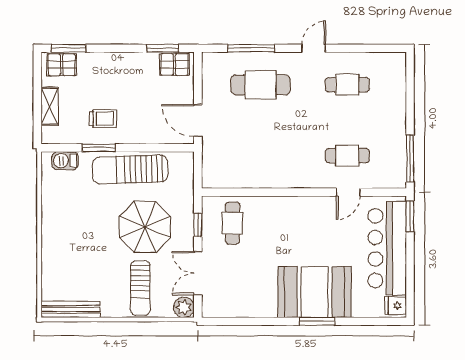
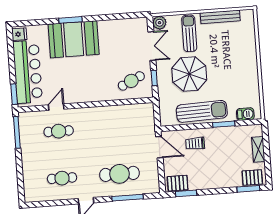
trolley: (103, 119) -> (195, 143), moved
cafe table: (233, 223) -> (131, 81), turned 65
bench: (70, 309) -> (220, 17), moved

